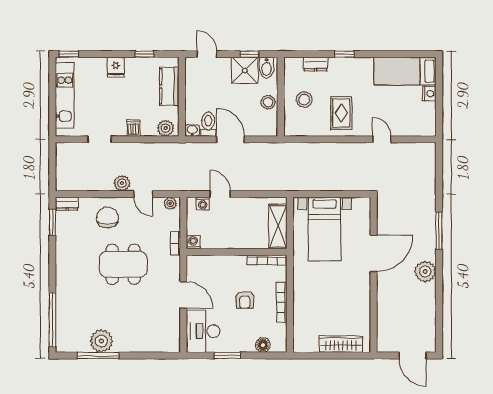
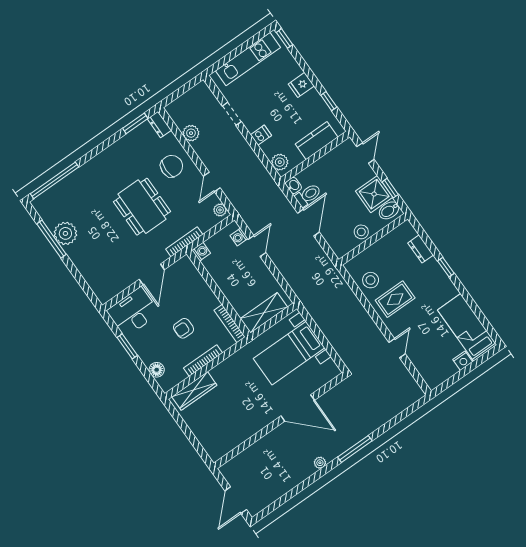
stool: (304, 100) -> (371, 280), moved
plant: (122, 183) -> (191, 133), moved
bookcase: (175, 243) -> (184, 242), width x1.56
plant: (425, 271) -> (320, 463), width x0.53, depth x0.53
wardrobe: (341, 344) -> (194, 391), moved, turned 90

